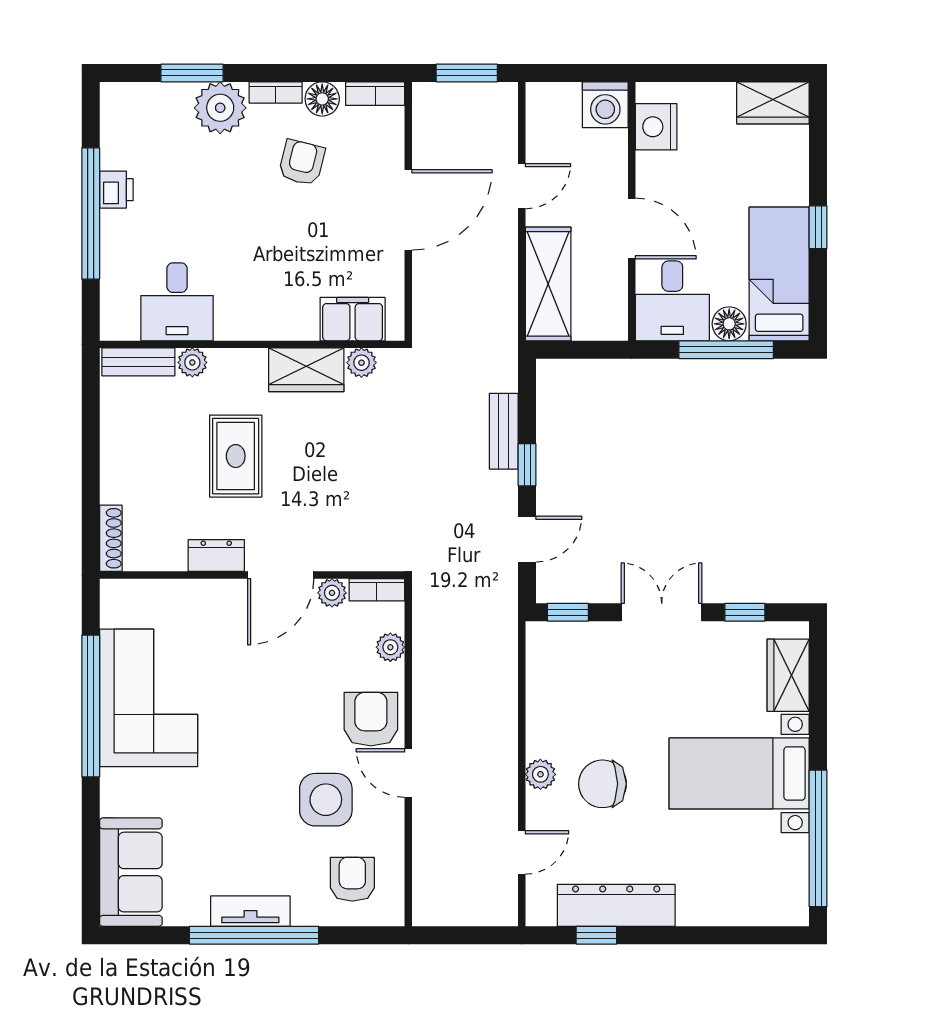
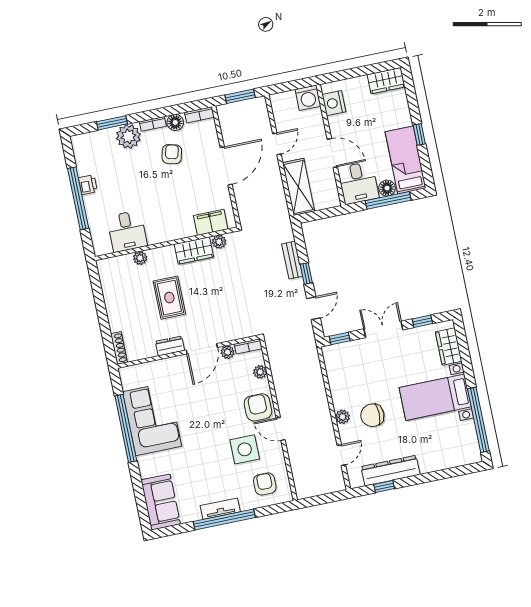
bench: (138, 362) -> (115, 263), removed

